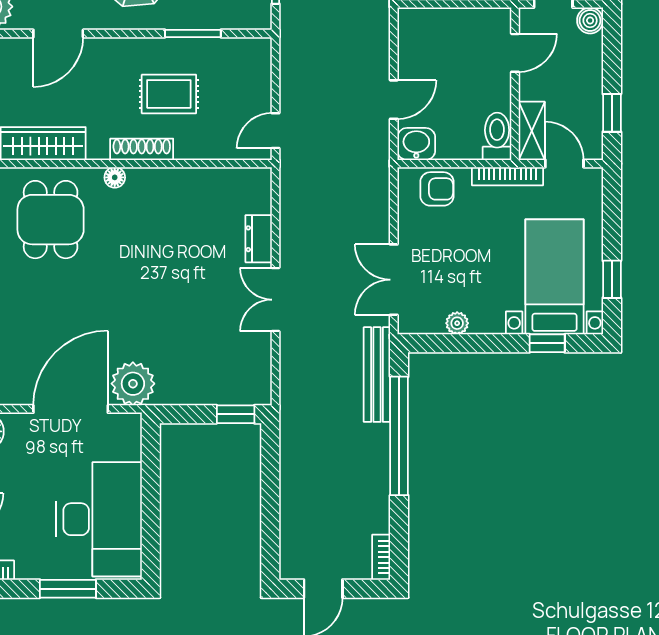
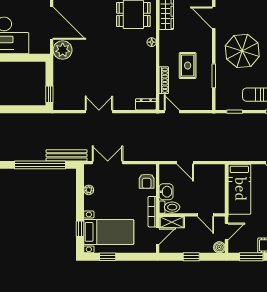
window: (612, 113) -> (191, 257), moved
washbasin: (416, 144) -> (166, 192), moved
shoe rack: (142, 149) -> (164, 80), moved
dresser: (259, 239) -> (146, 104), moved

